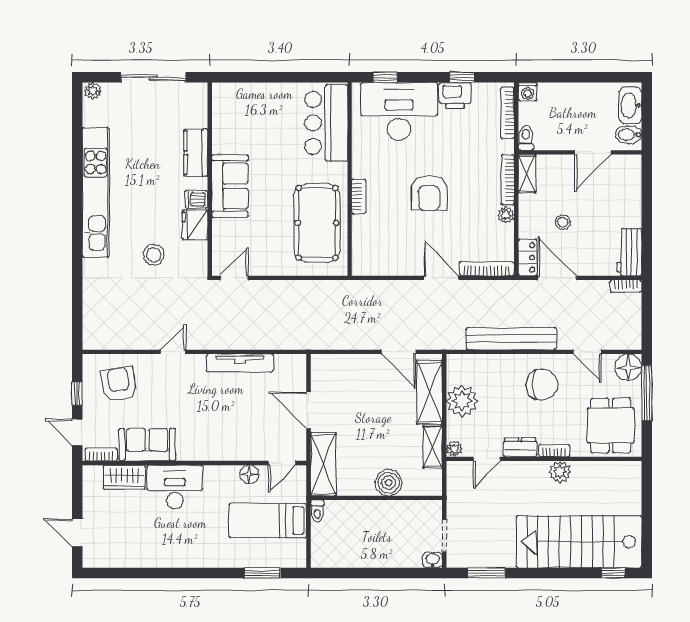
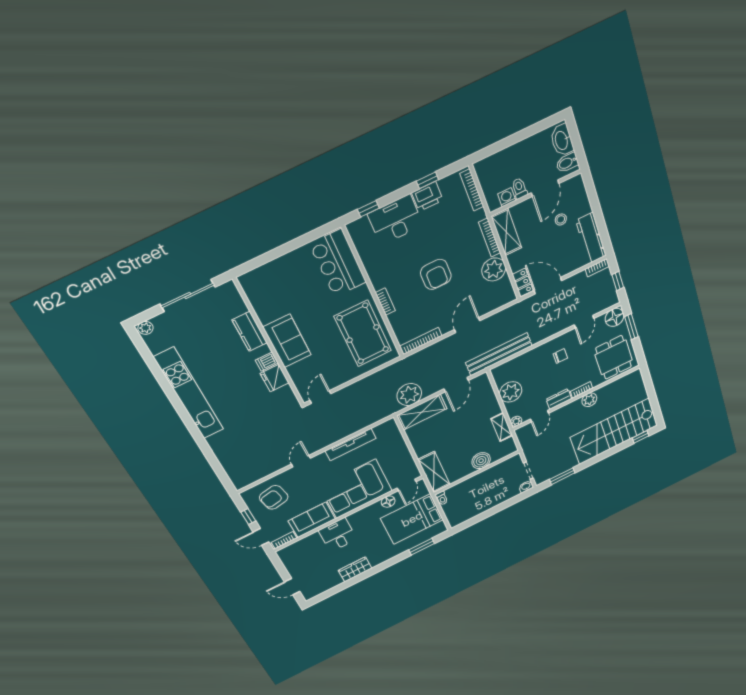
washing machine: (527, 92) -> (507, 197), moved, turned 180
desk: (399, 111) -> (395, 220), width x0.73, depth x0.77
toilet: (526, 138) -> (520, 188), moved
shelving: (527, 174) -> (506, 232), width x1.50, depth x1.33
plant: (506, 215) -> (494, 269), width x1.88, depth x1.88
stool: (563, 222) -> (561, 219), moved
workbench: (629, 252) -> (591, 238), width x1.38
stool: (154, 255) -> (255, 411), removed
bookcase: (487, 269) -> (421, 341), moved
door: (441, 278) -> (467, 325), hinge flipped
window: (647, 318) -> (618, 281), added
plant: (337, 334) -> (409, 395), added
bench: (511, 339) -> (499, 354), moved
door: (398, 352) -> (456, 385), hinge flipped
door: (587, 352) -> (584, 322), hinge flipped
armchair: (119, 384) -> (274, 497), turned -92
chair: (542, 384) -> (560, 356), width x0.54, depth x0.54
shelving: (429, 392) -> (422, 412), moved, turned 90
window: (647, 393) -> (631, 327), width x0.69
door: (309, 410) -> (410, 448), removed
corner sofa: (219, 431) -> (356, 489), added
wardrobe: (124, 477) -> (355, 569), moved, turned 180
desk: (175, 487) -> (338, 535), width x0.73
bed: (268, 521) -> (412, 519), width x1.50

